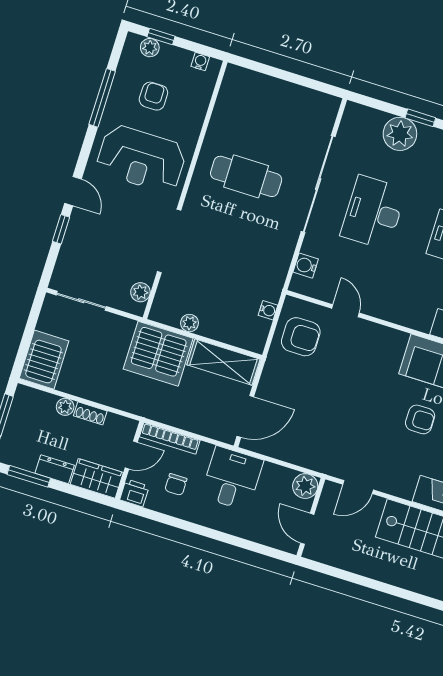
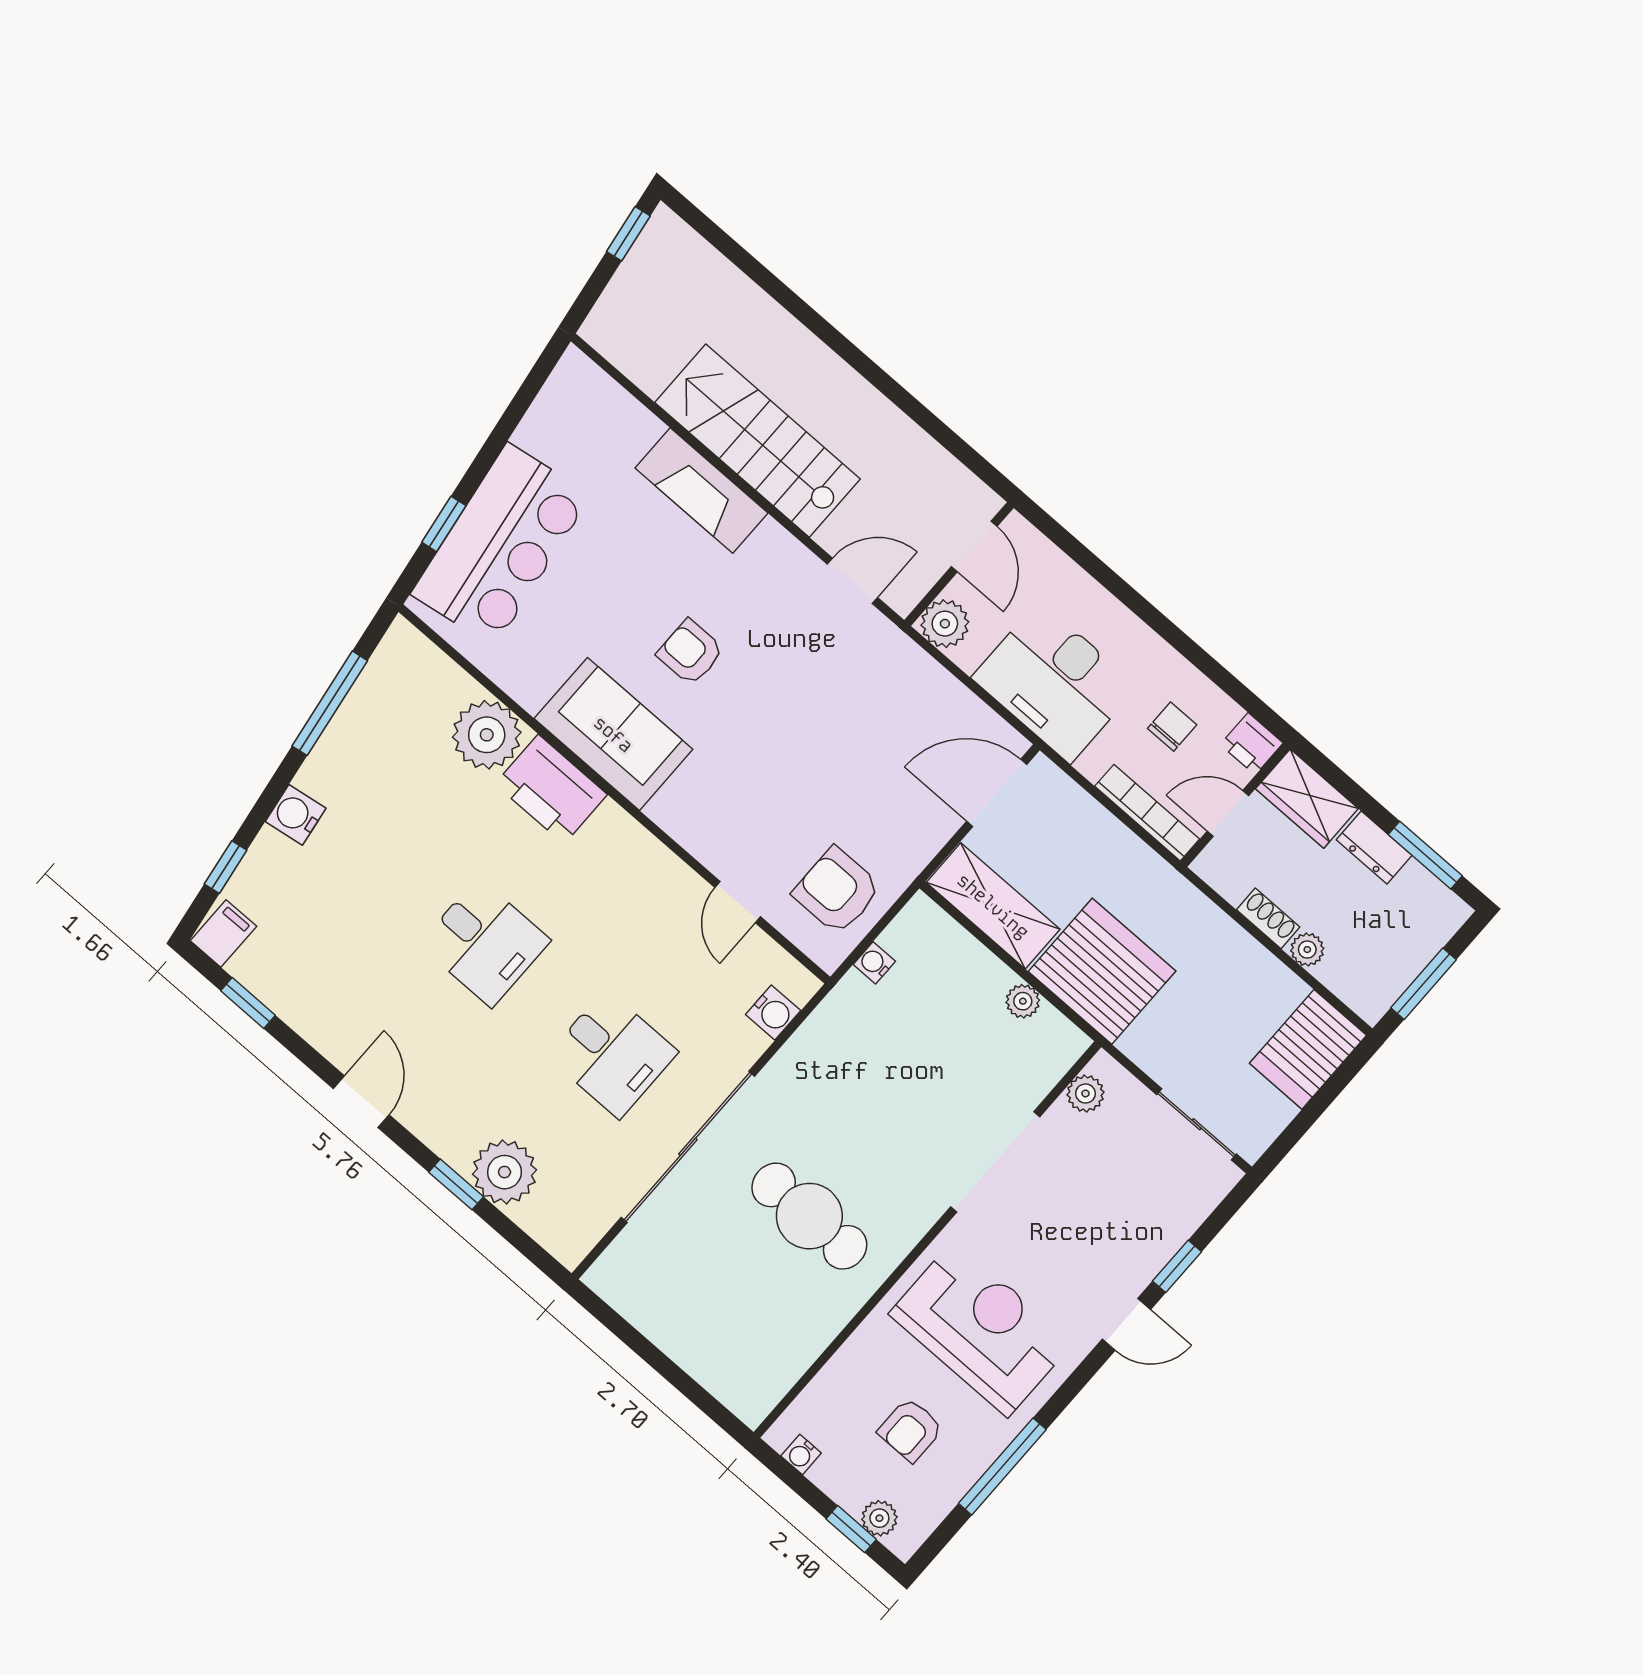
door: (73, 191) -> (1126, 1324), swing flipped
desk: (373, 212) -> (612, 1054), width x0.73
desk: (232, 478) -> (1055, 682), width x1.37

